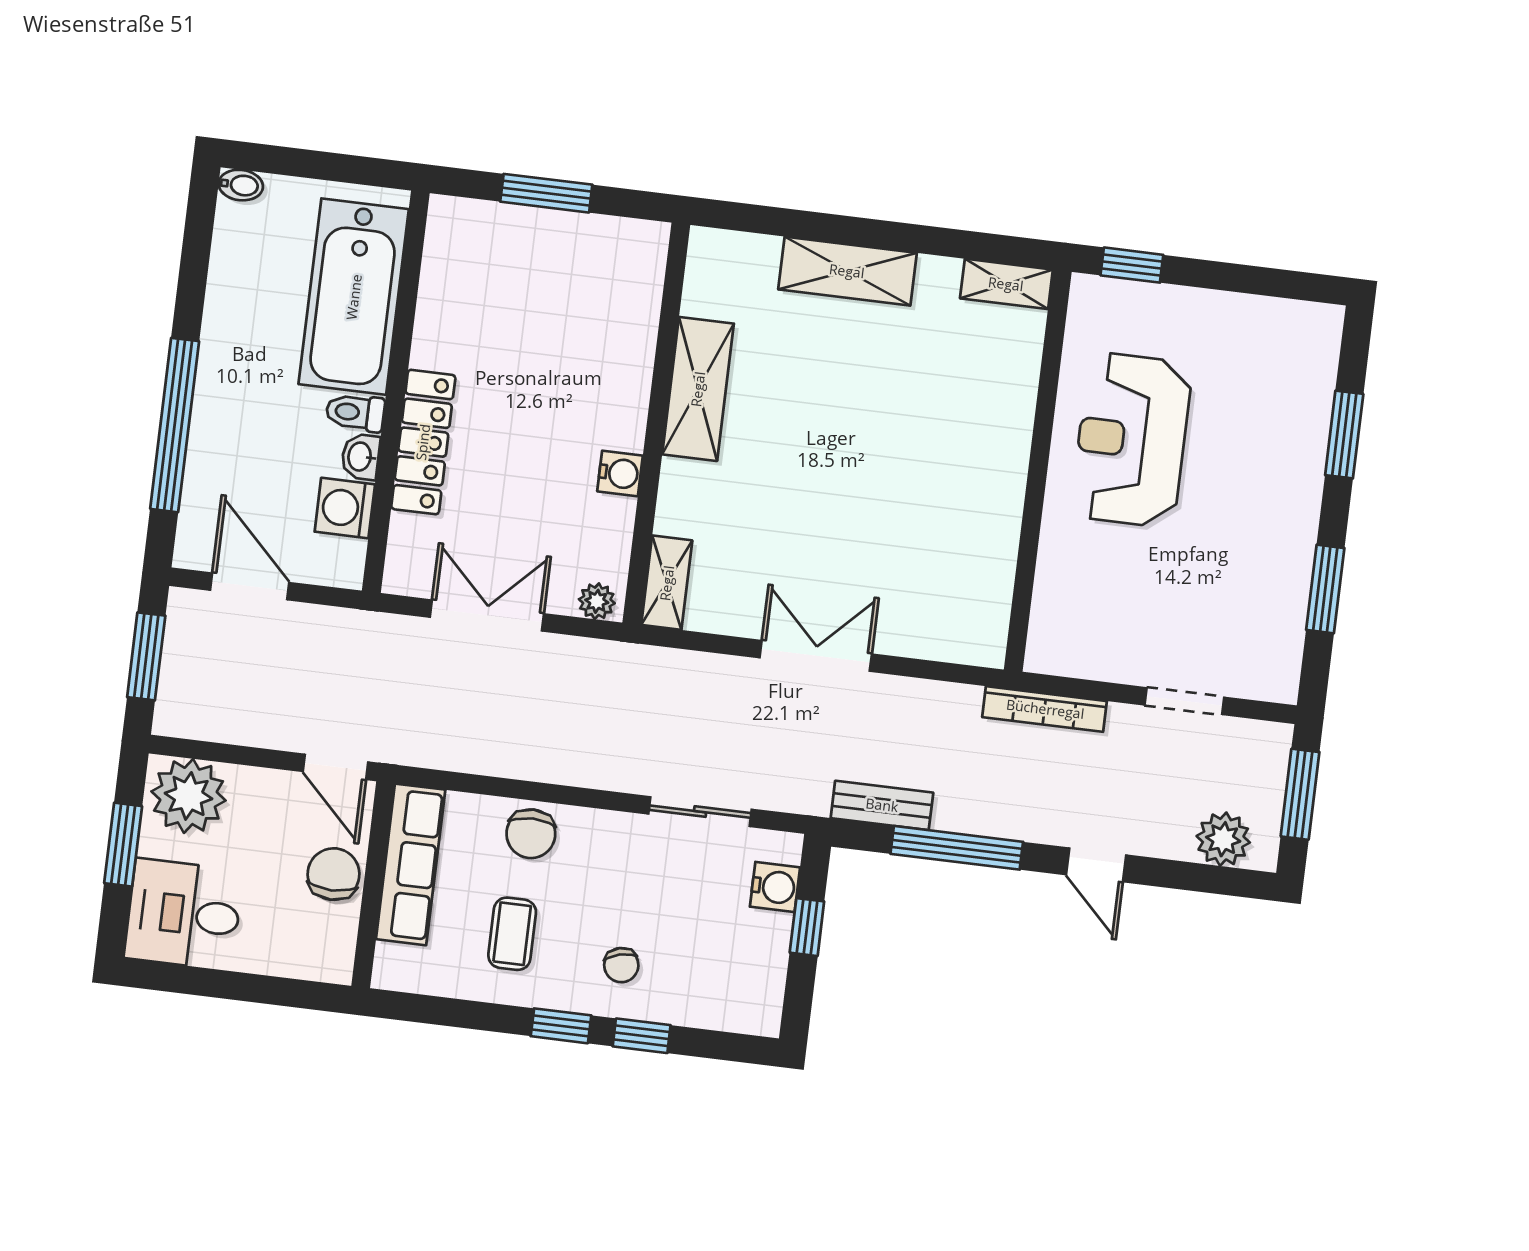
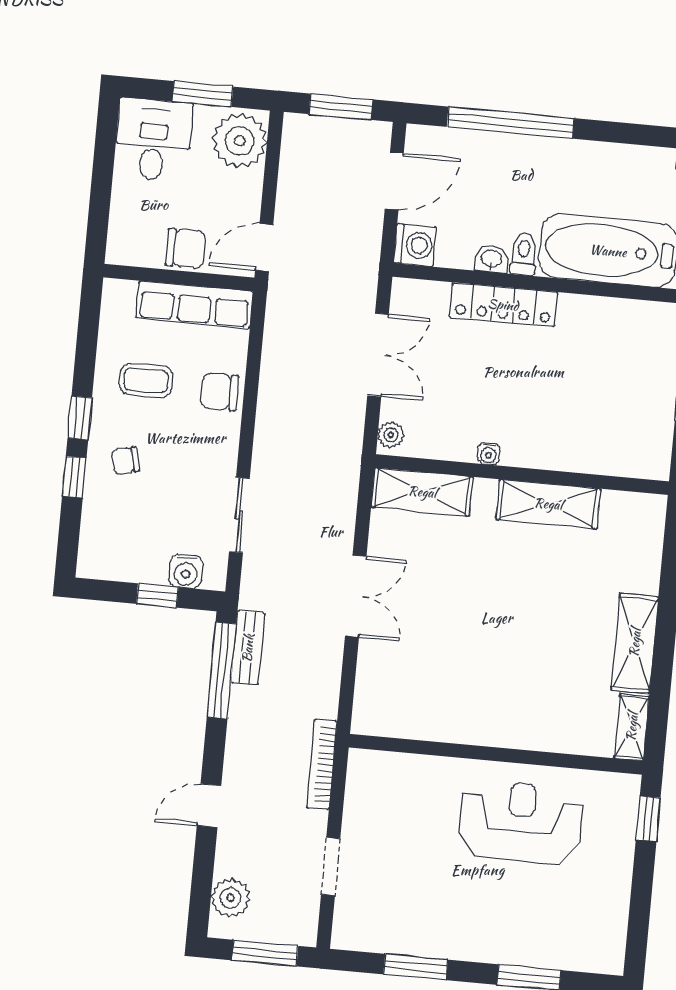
shelving: (847, 271) -> (635, 643), moved
water cooler: (620, 473) -> (489, 454), width x0.72, depth x0.72
washing machine: (345, 508) -> (415, 245), moved, turned 90
shelving: (667, 583) -> (422, 492), width x1.50, depth x1.33
window: (957, 848) -> (222, 670), moved

